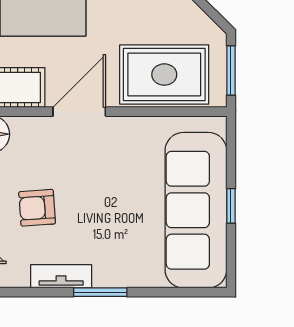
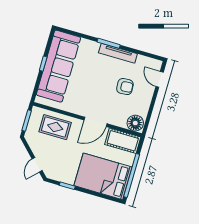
rug: (164, 75) -> (55, 127), width x0.73, depth x0.70
tv unit: (61, 276) -> (118, 53), width x1.41

